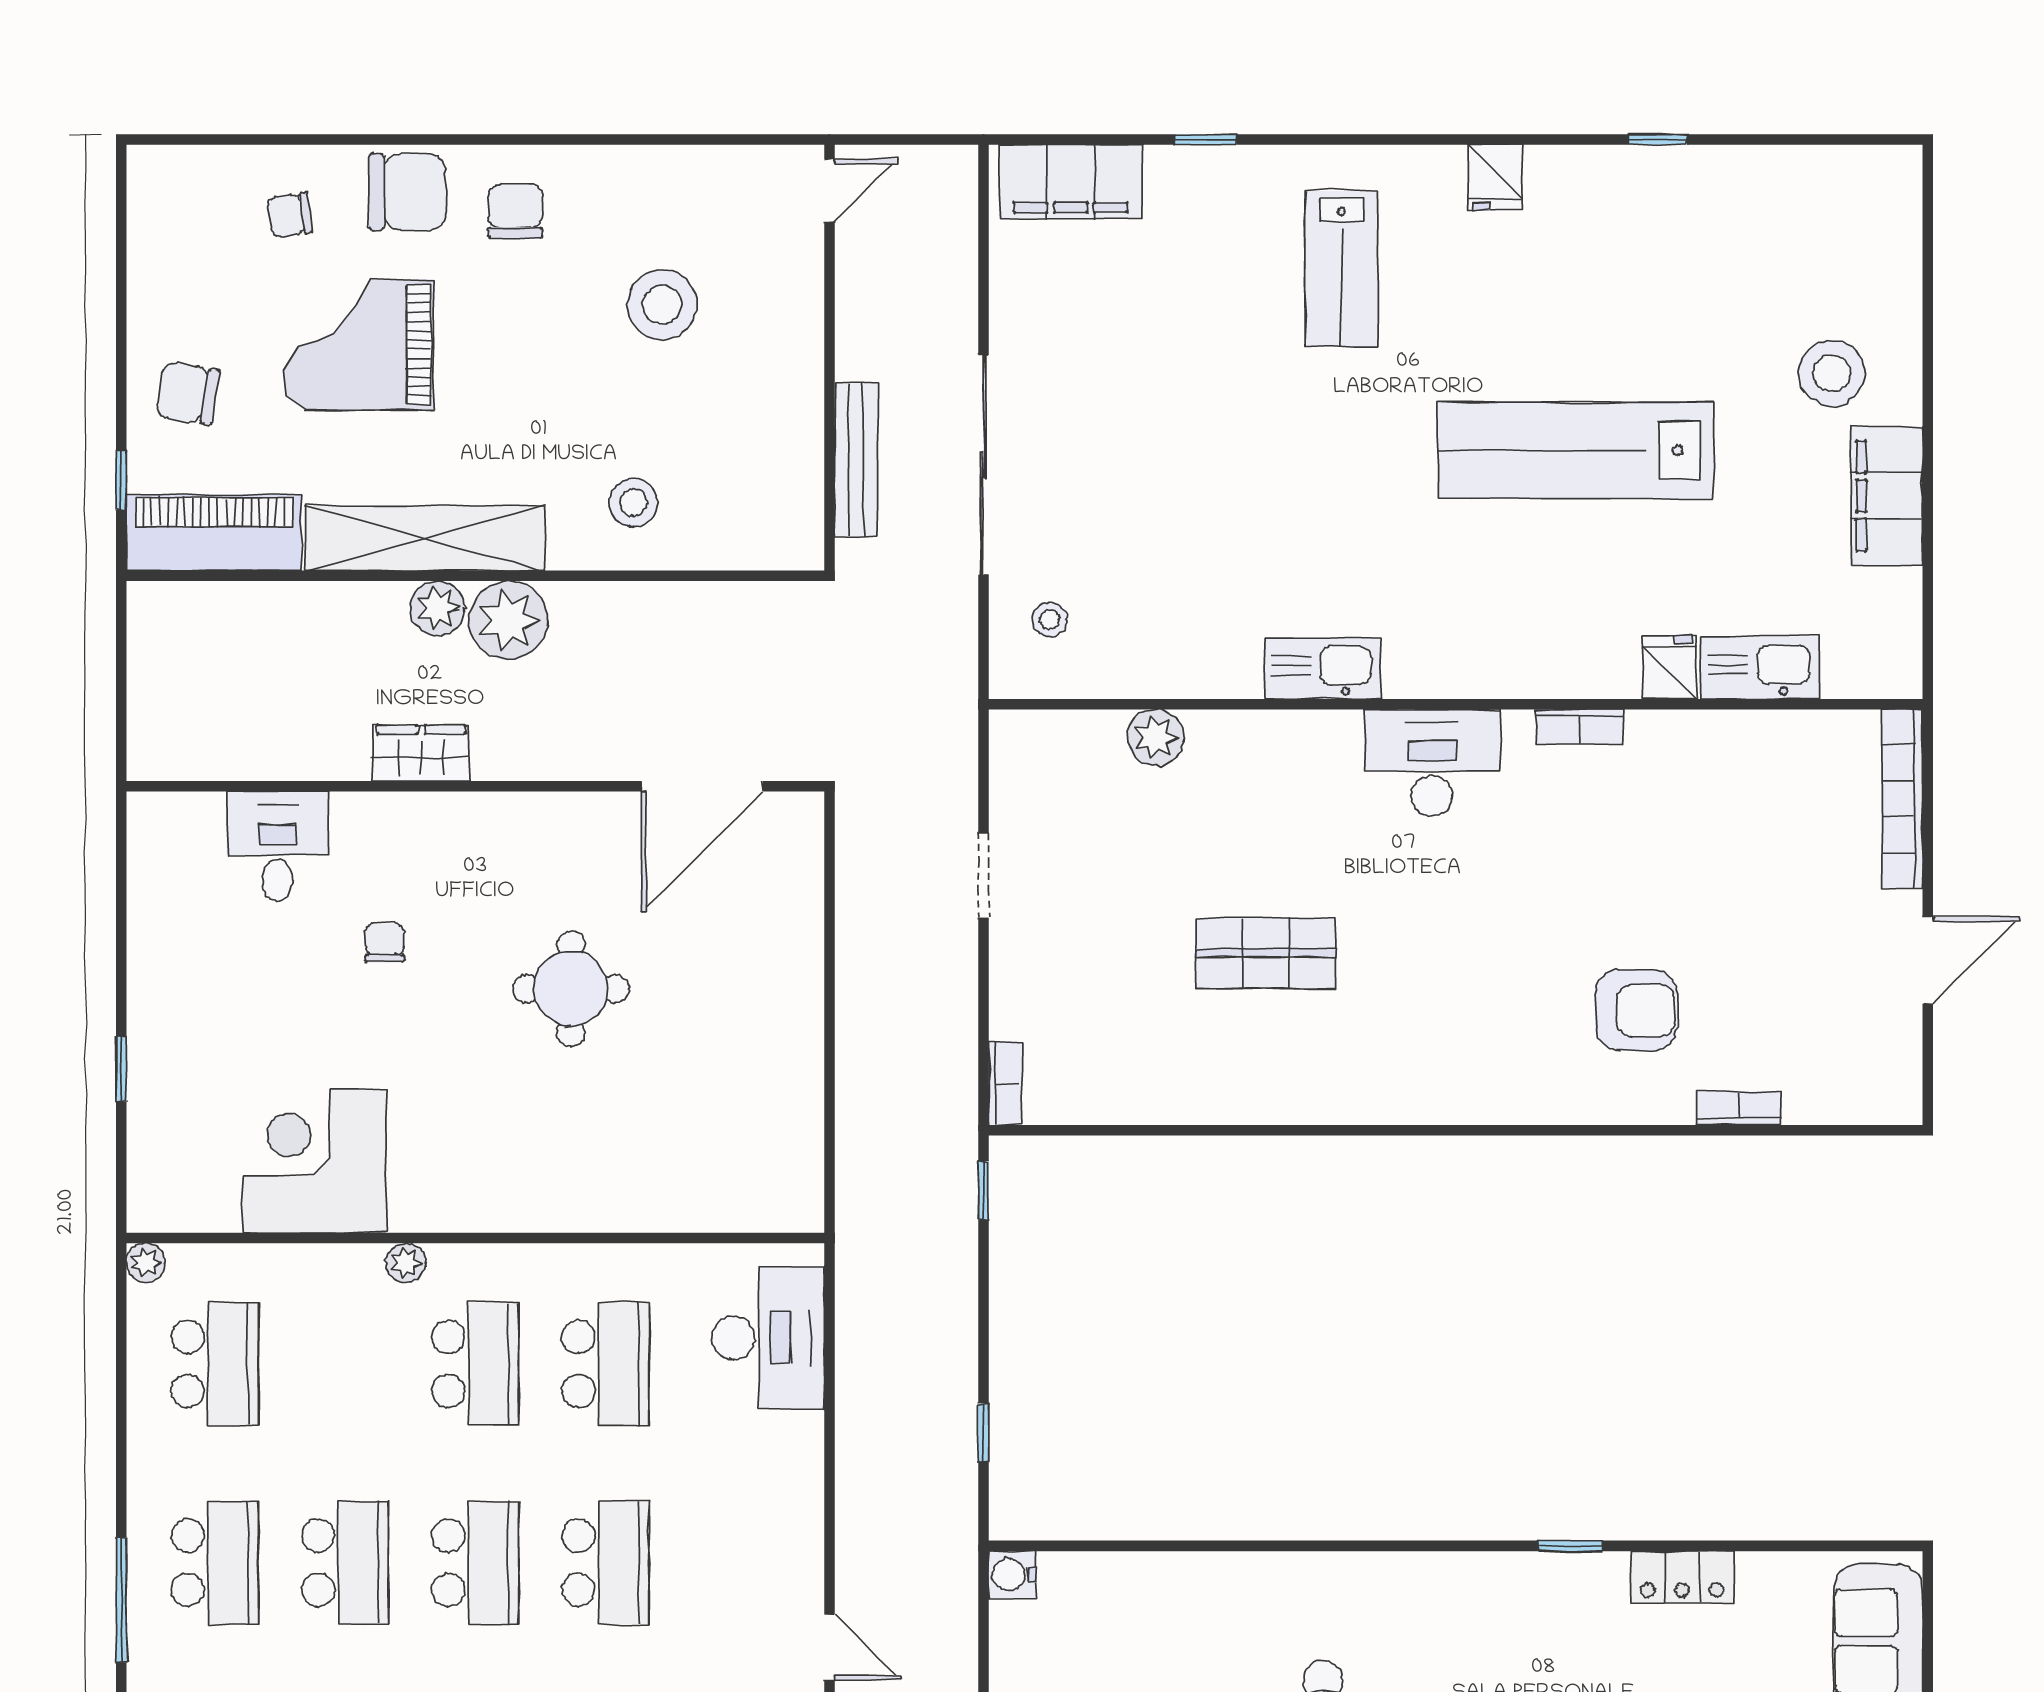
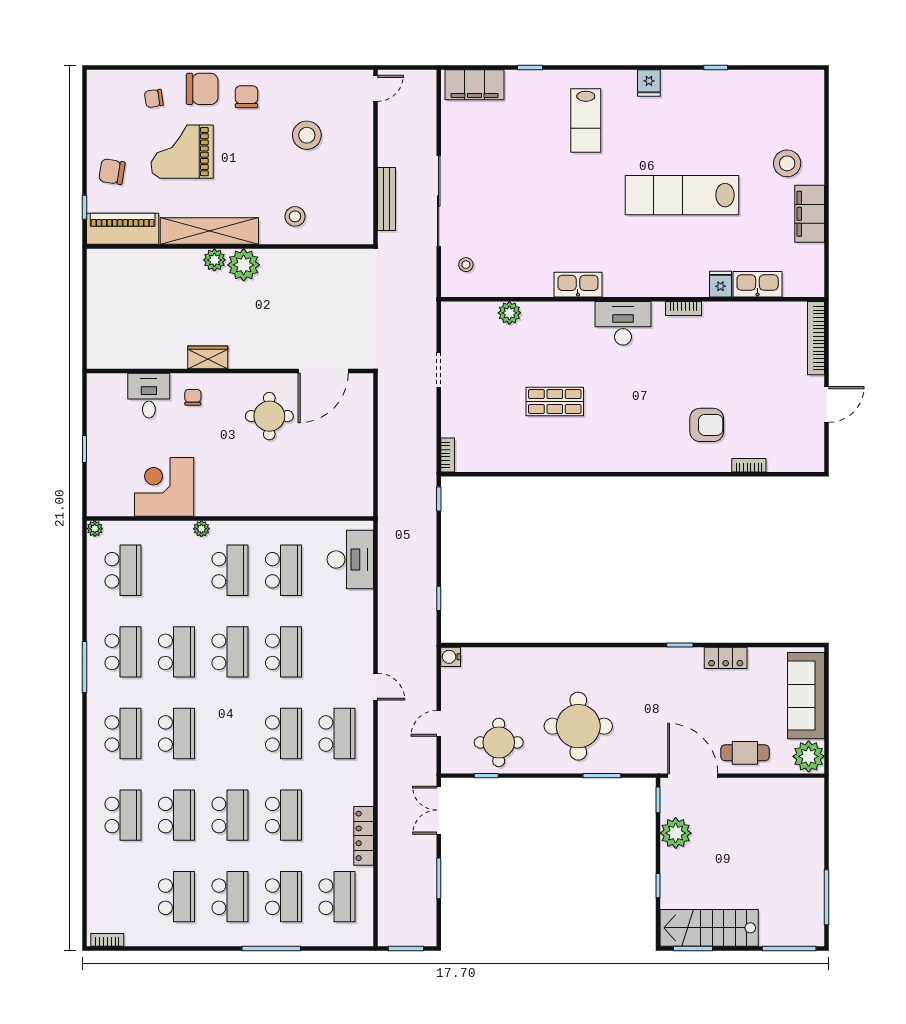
wardrobe: (421, 753) -> (208, 357), moved
wall: (475, 786) -> (230, 371), moved
door: (702, 786) -> (323, 371), moved
desk: (278, 846) -> (149, 396), moved

